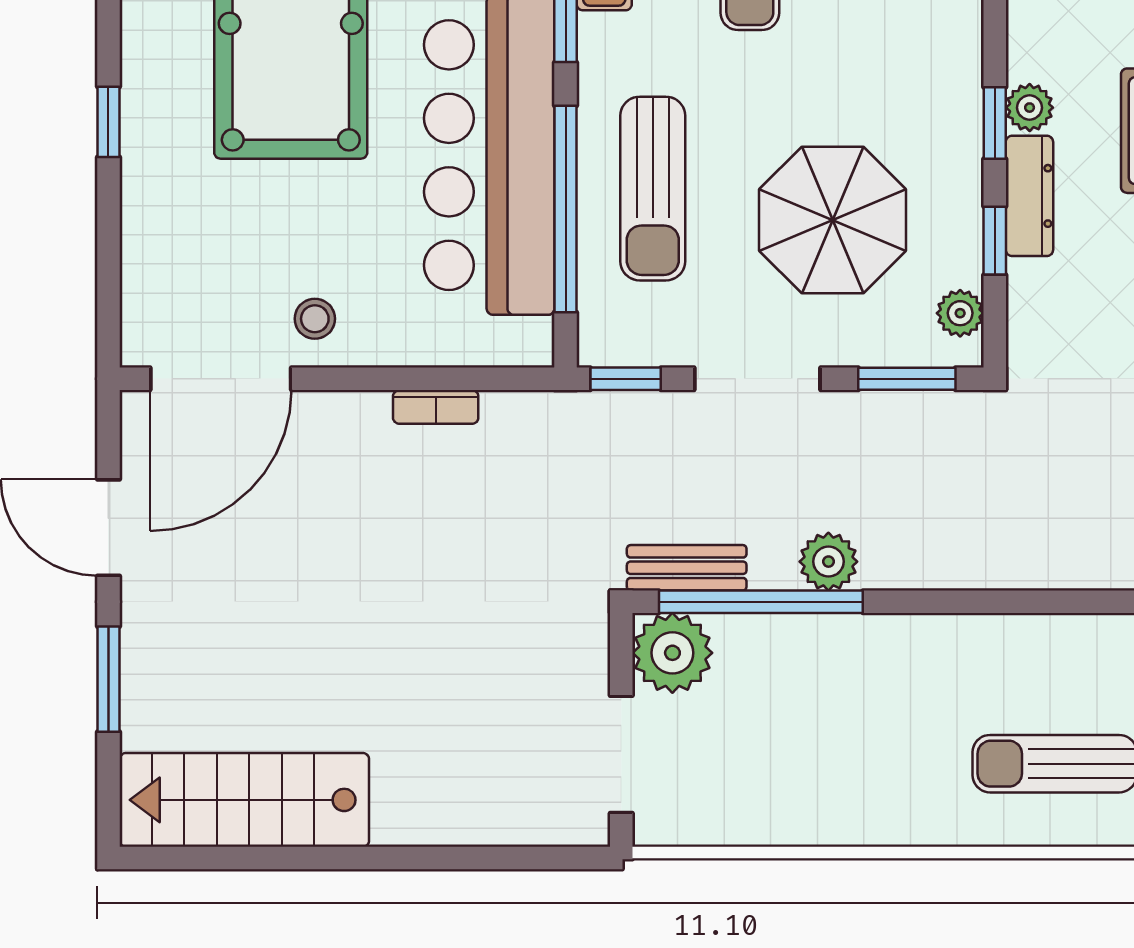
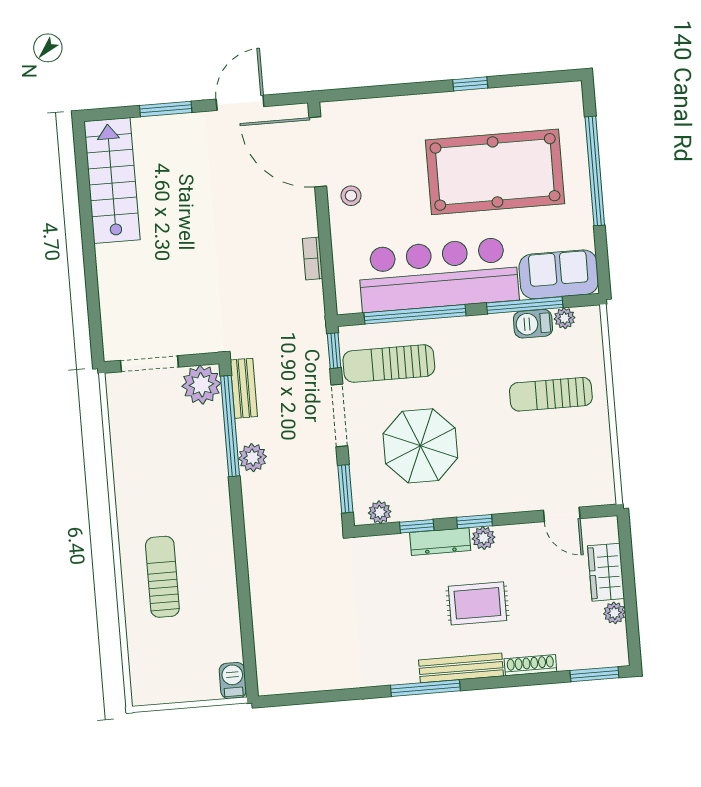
window: (108, 122) -> (470, 84), moved
sun lounger: (653, 189) -> (389, 364), moved

